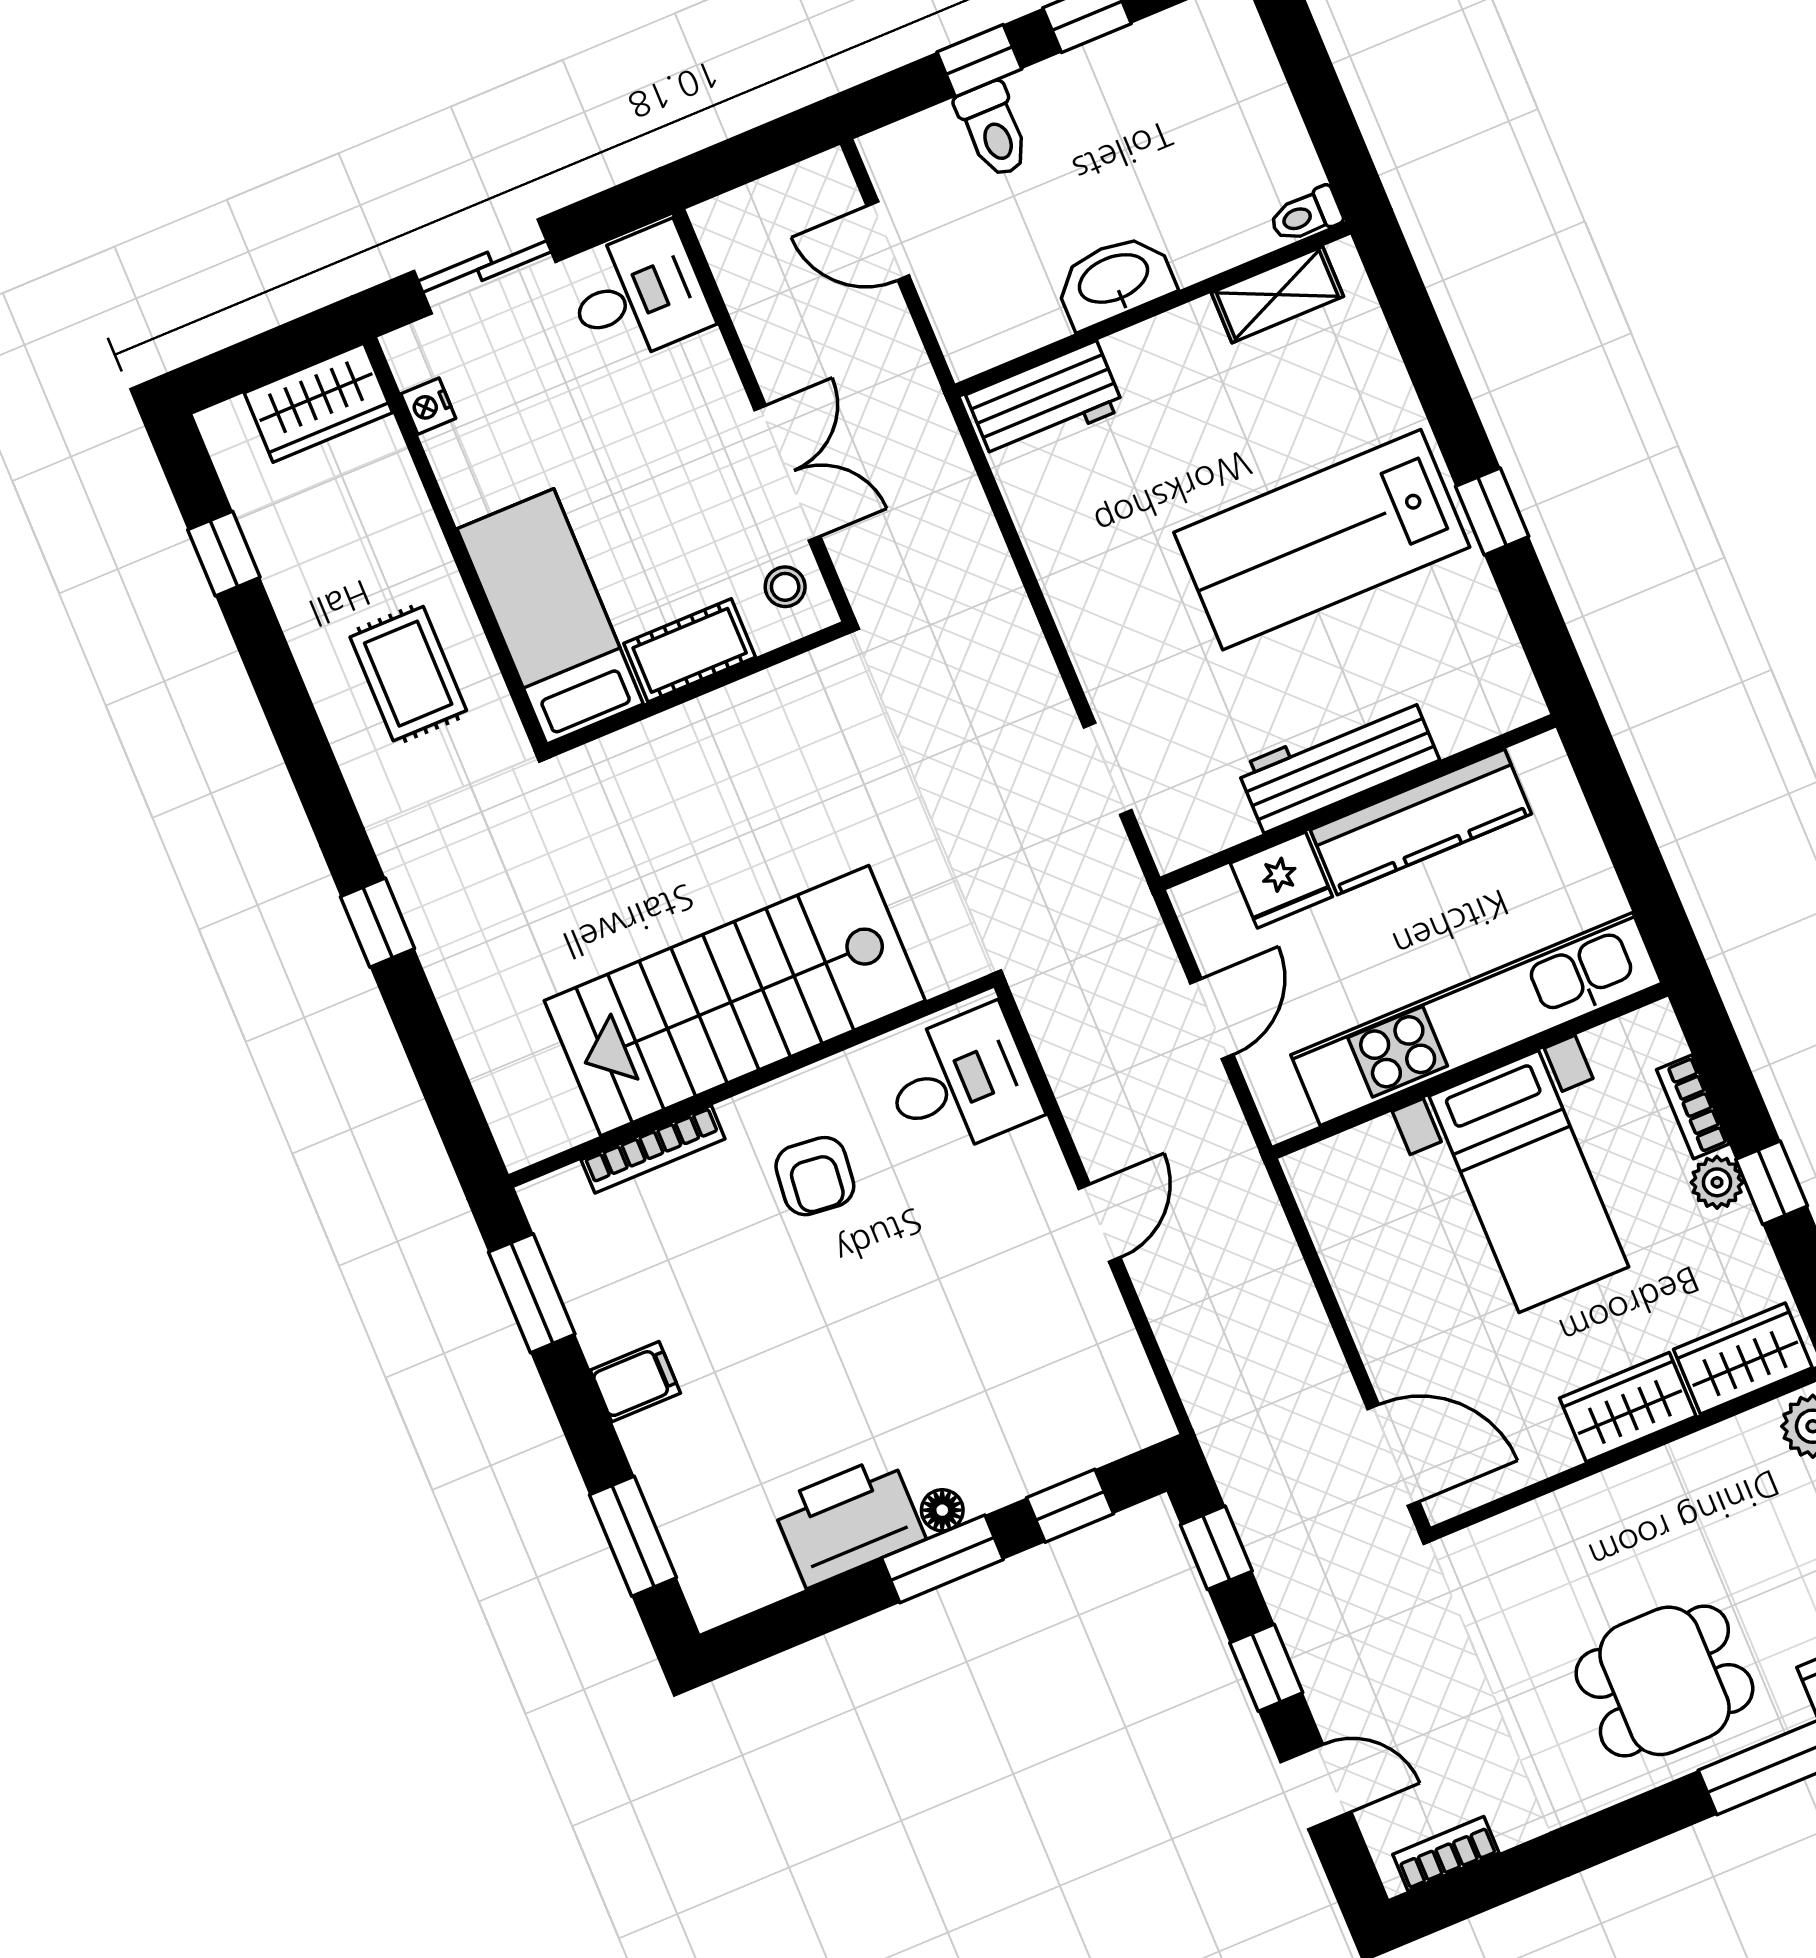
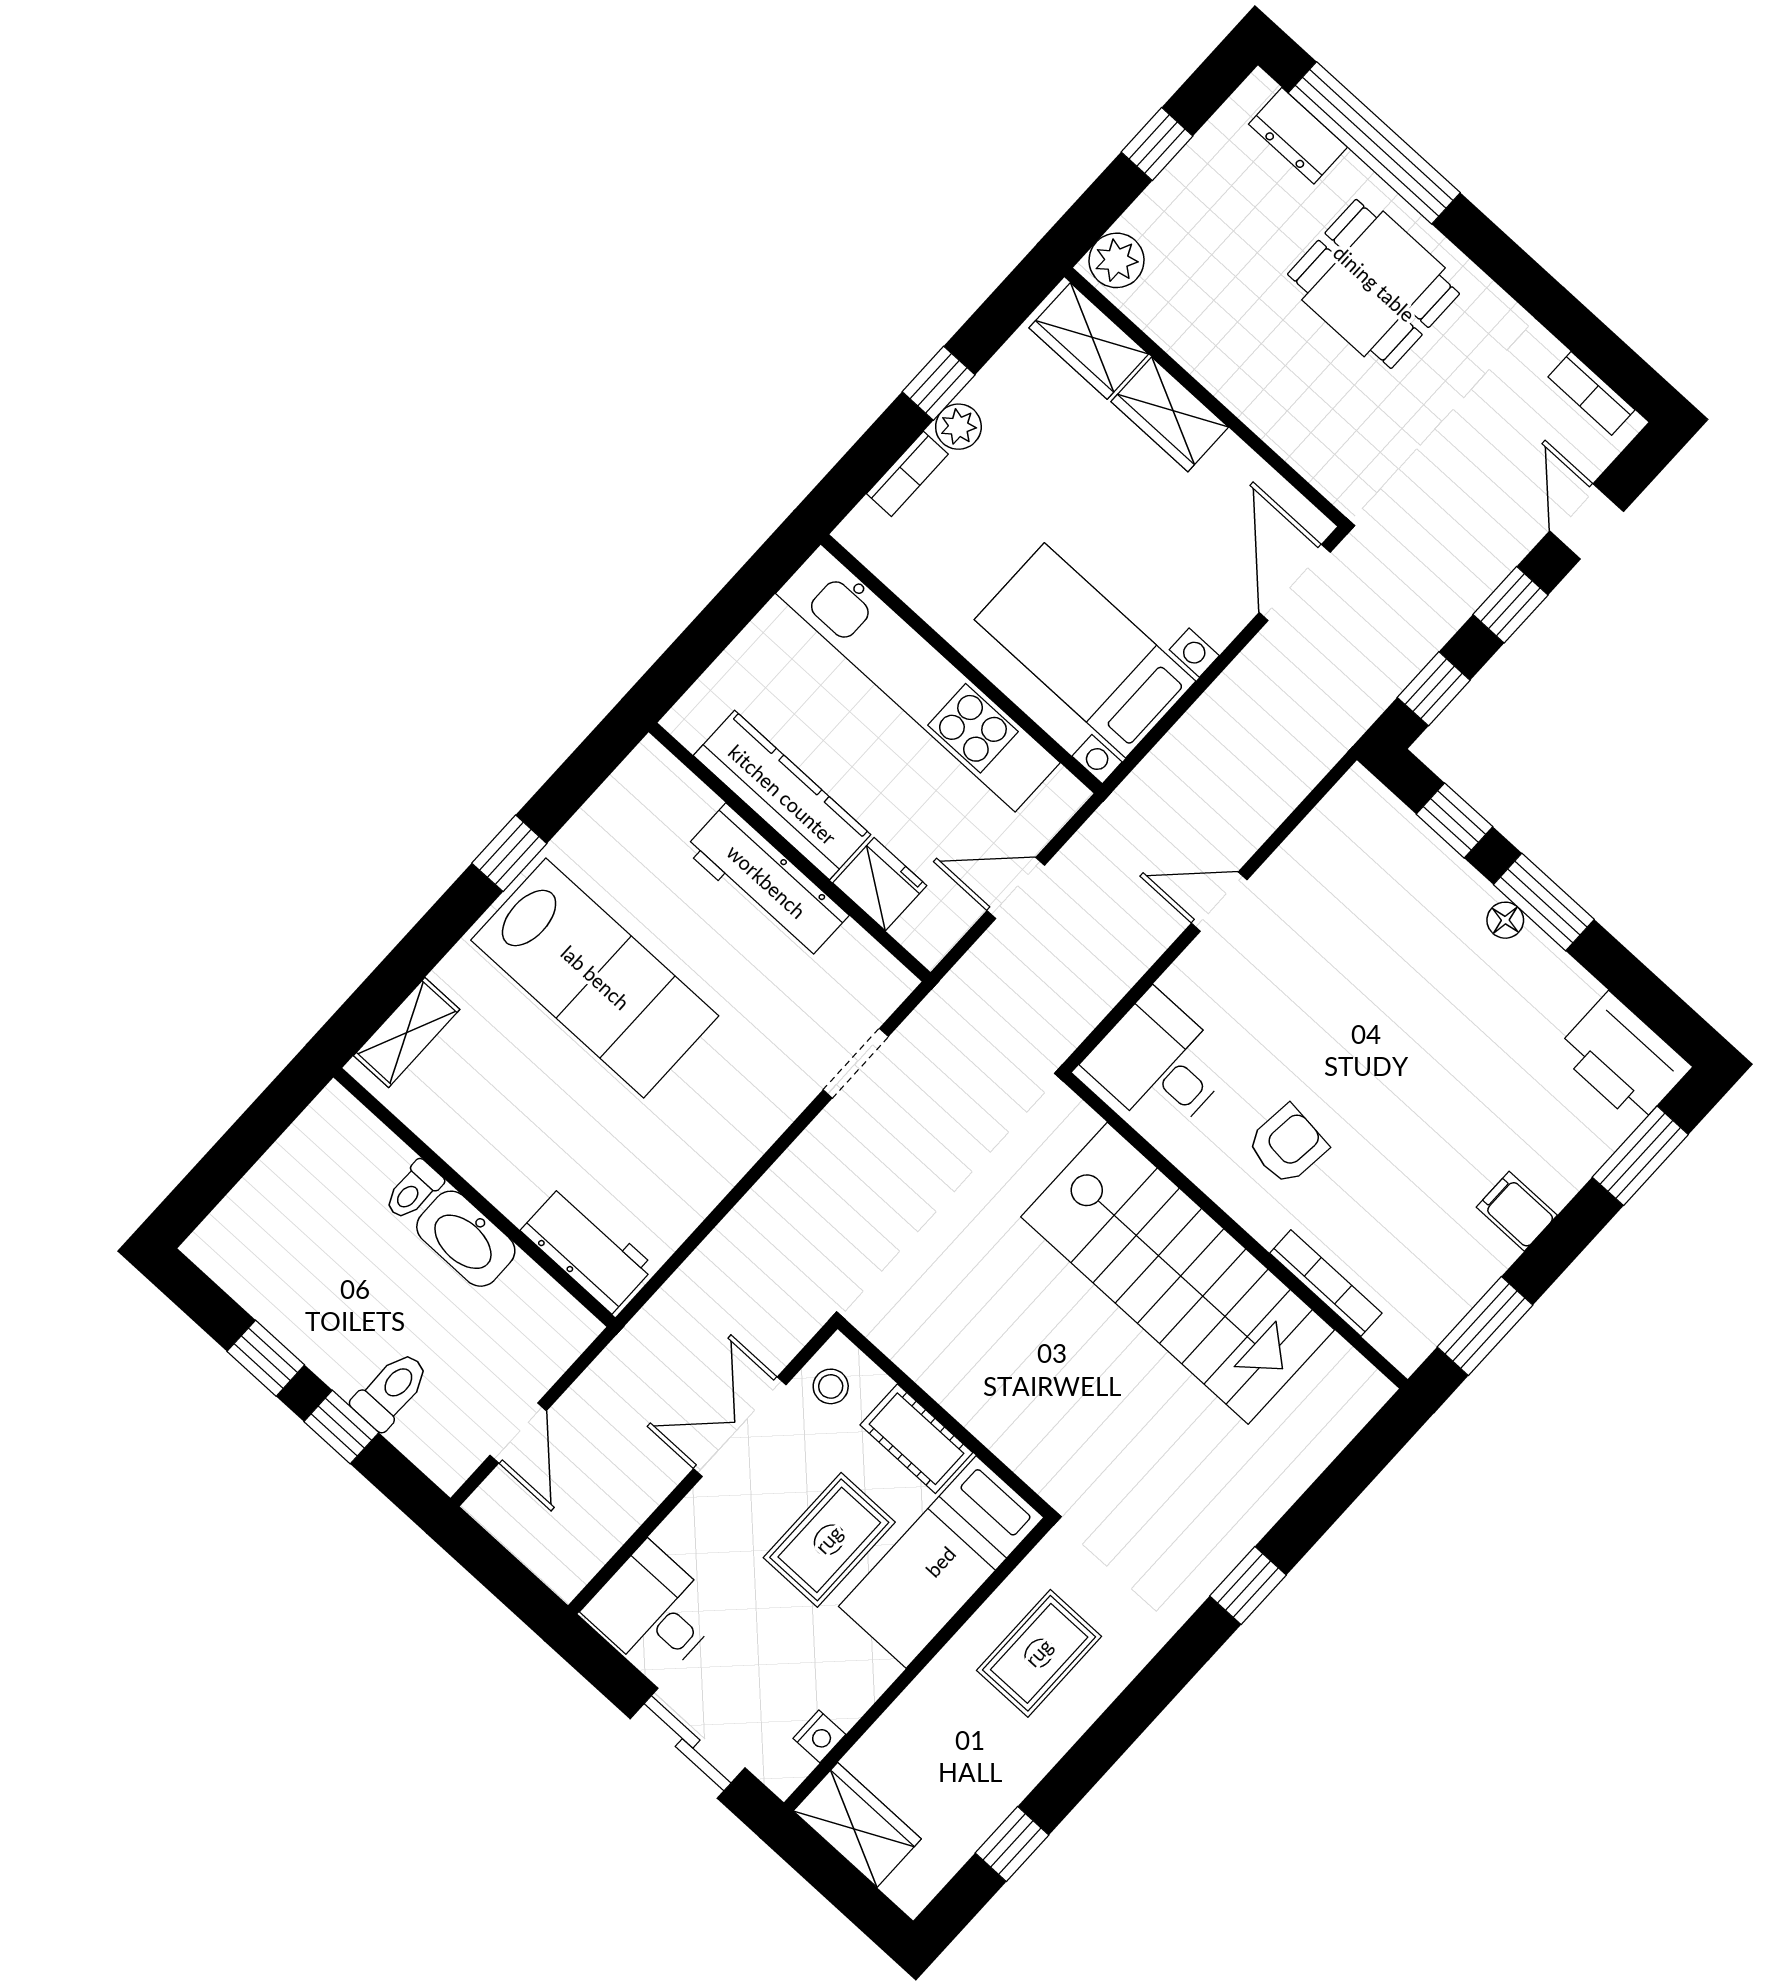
toilet: (1306, 215) -> (413, 1190), moved, turned 90
shelving: (1277, 295) -> (407, 1033), moved, turned 90
rug: (627, 511) -> (829, 1540), added
bed with nightstands: (1529, 1182) -> (1085, 650), moved, turned -90
printer: (849, 1521) -> (1623, 1059), moved

